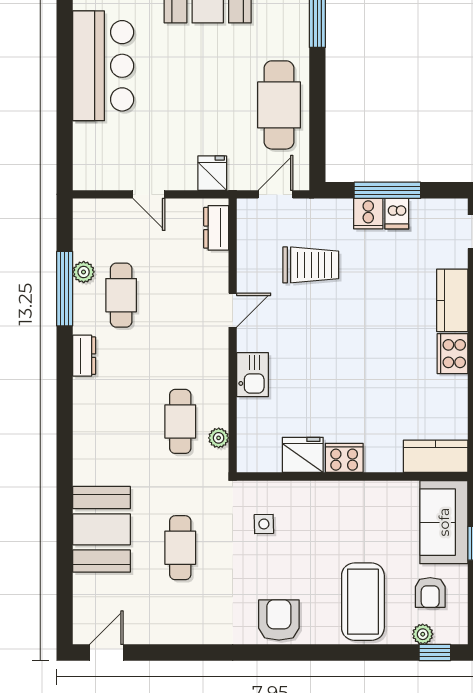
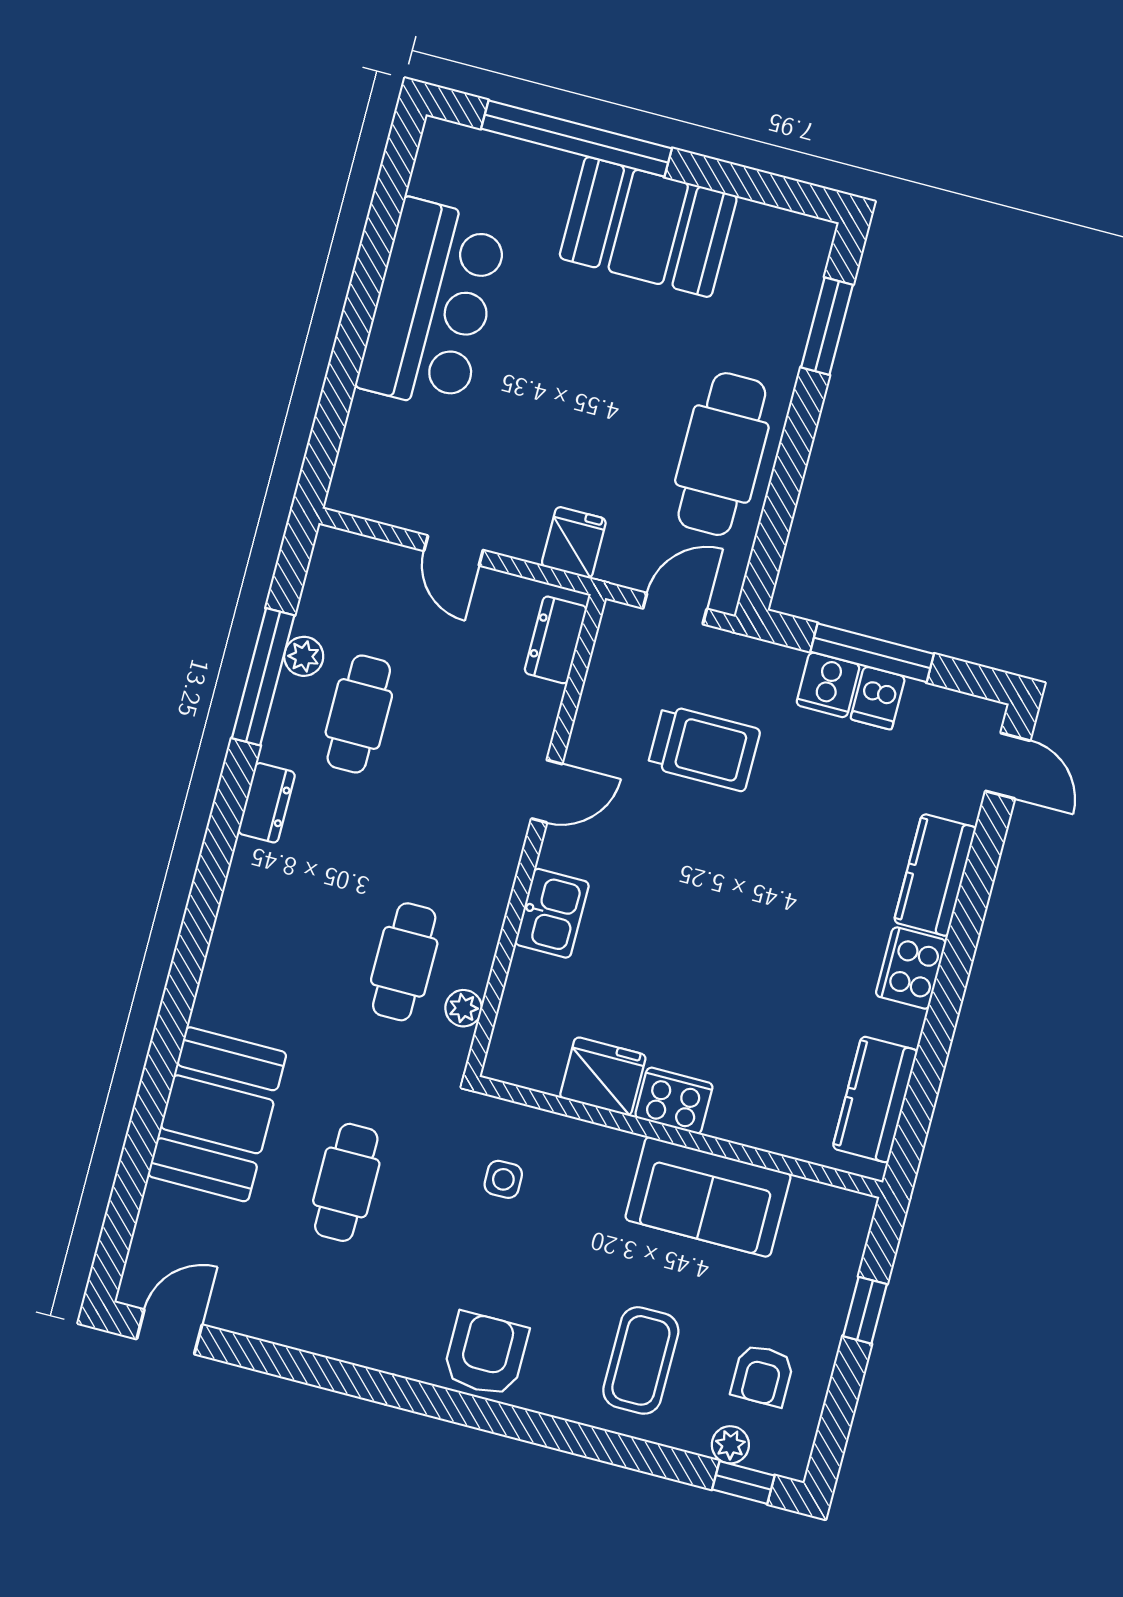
kitchen counter: (436, 456) -> (875, 1099), moved, turned -90
sofa: (444, 522) -> (708, 1197), moved, turned -90
coffee table: (363, 602) -> (641, 1360), width x0.73, depth x0.76

